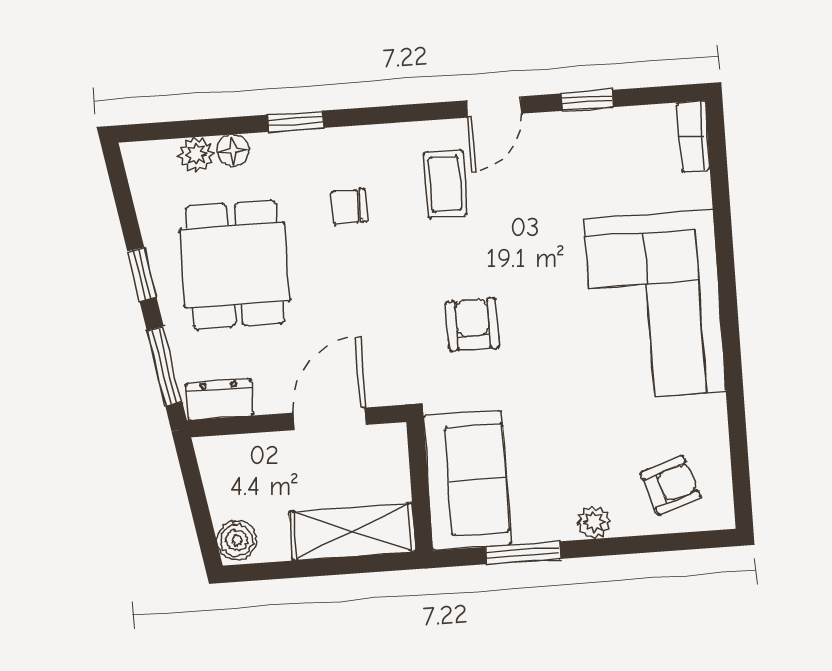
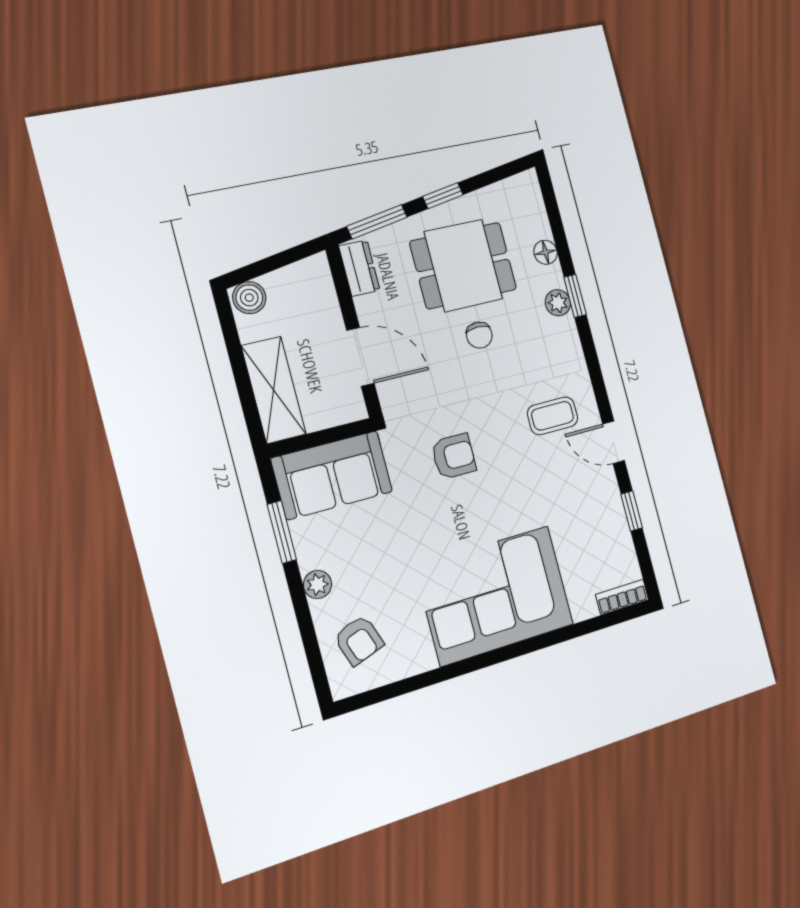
plant: (196, 154) -> (558, 303), moved
chair: (349, 206) -> (479, 335), moved, turned 180

